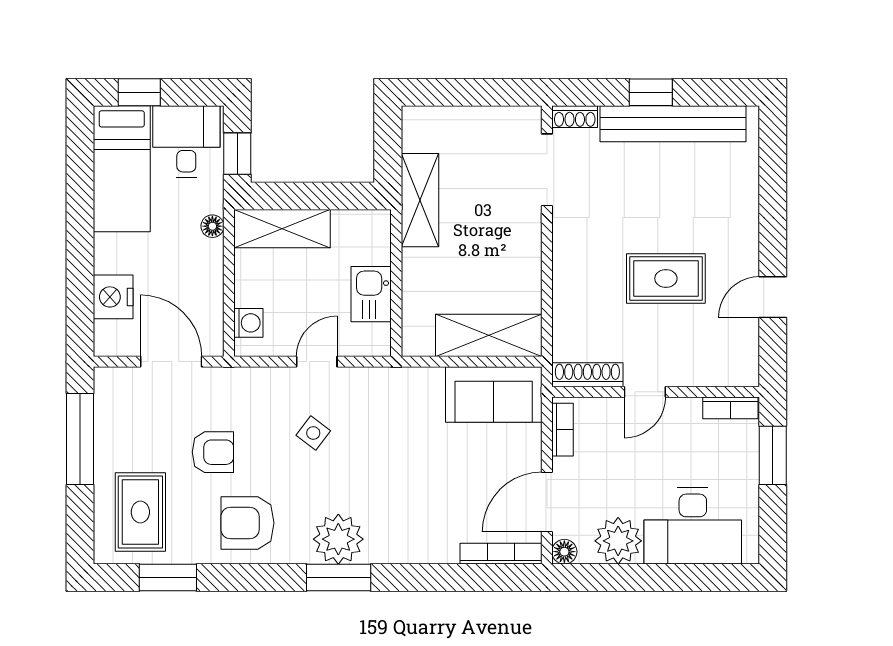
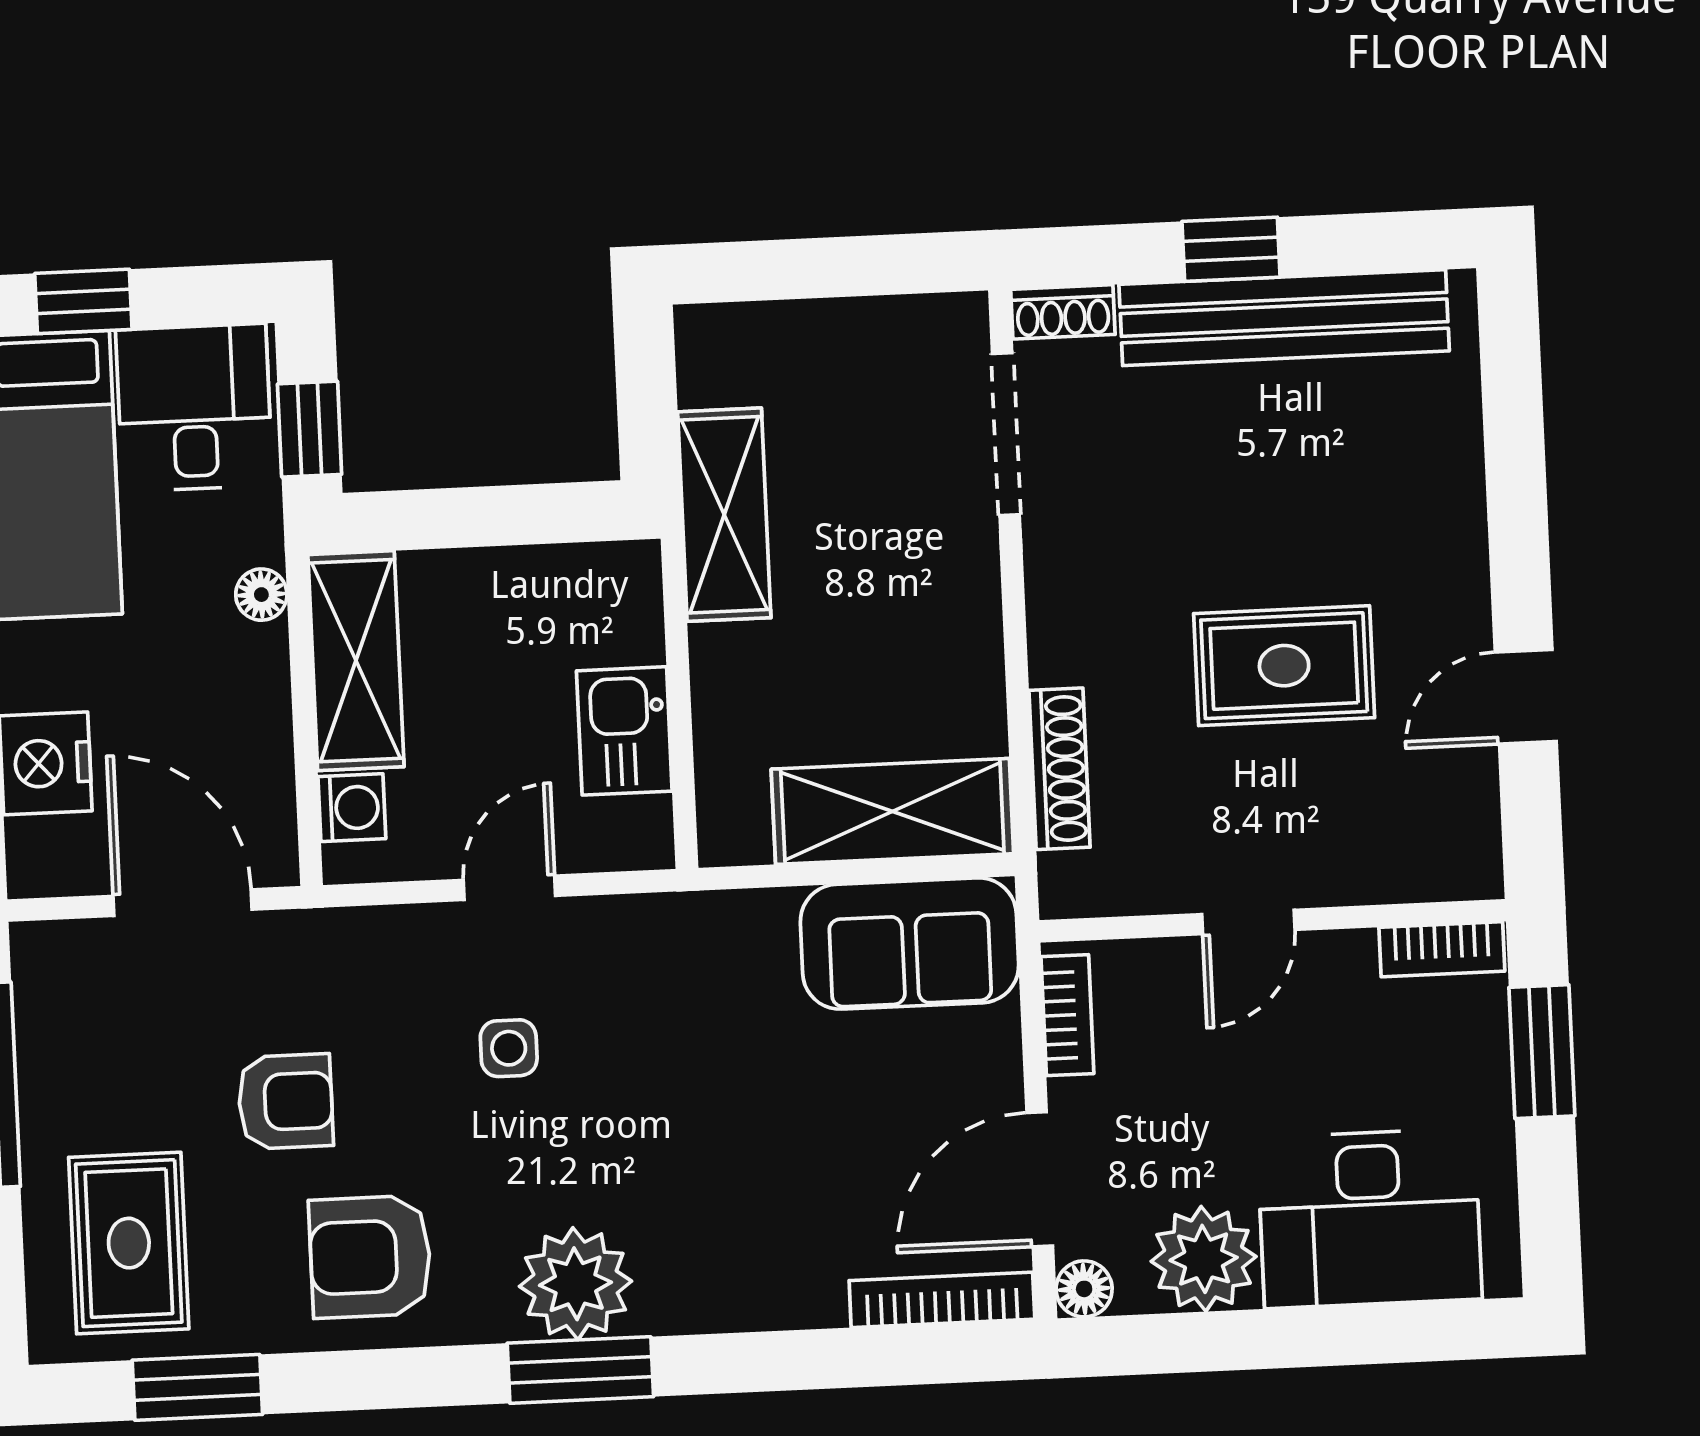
shelving: (282, 229) -> (356, 661), moved, turned 90
shoe rack: (587, 375) -> (1060, 769), moved, turned 90
side table: (313, 433) -> (509, 1048), turned -37

